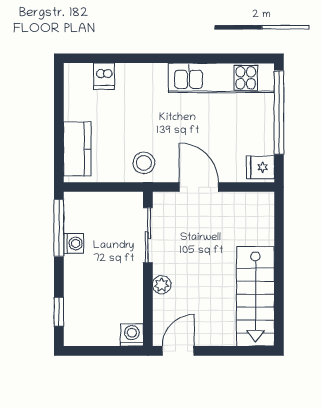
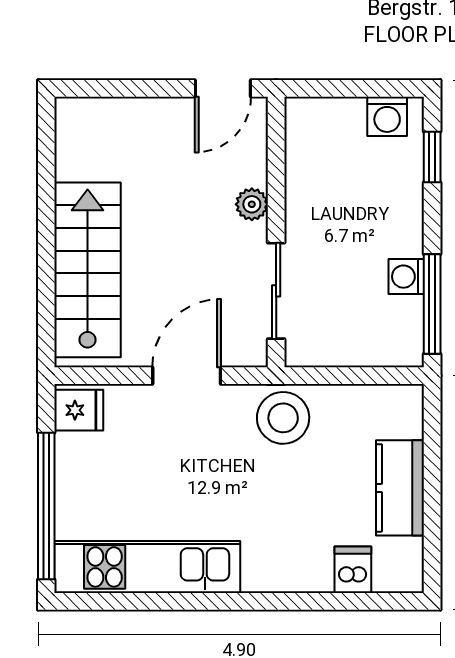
kitchen counter: (77, 149) -> (400, 488), moved
stool: (144, 163) -> (283, 418), width x1.38, depth x1.38
door: (199, 187) -> (187, 376), swing flipped
stairs: (255, 296) -> (88, 270), moved
washing machine: (132, 335) -> (387, 116), moved

